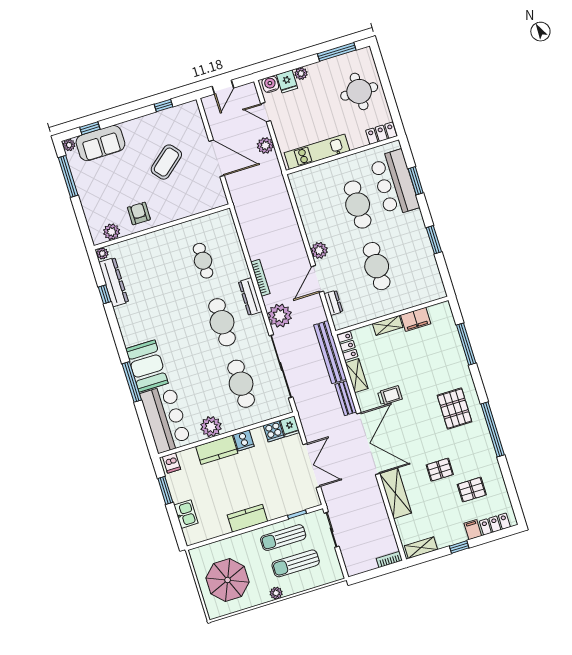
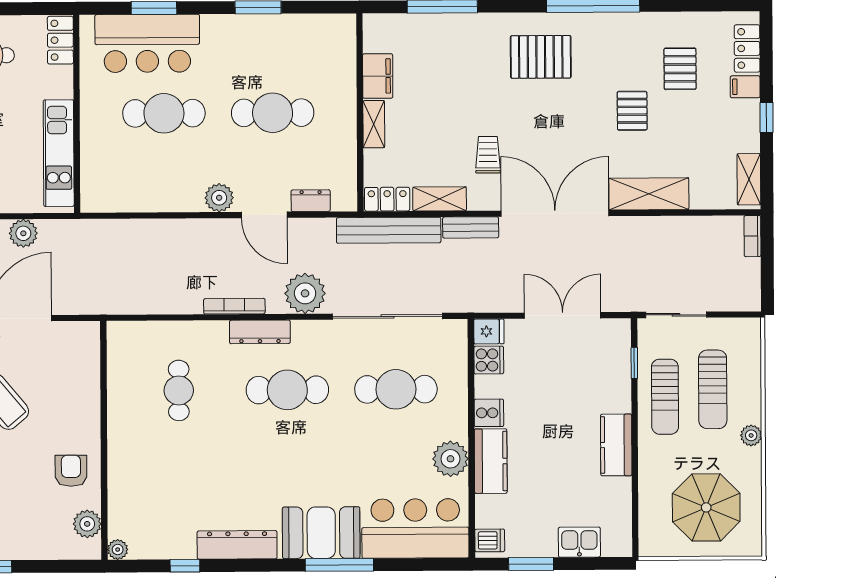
armchair: (139, 213) -> (71, 471), turned 90
cafe table: (203, 261) -> (179, 390), turned 90
dresser: (114, 282) -> (237, 545), moved

